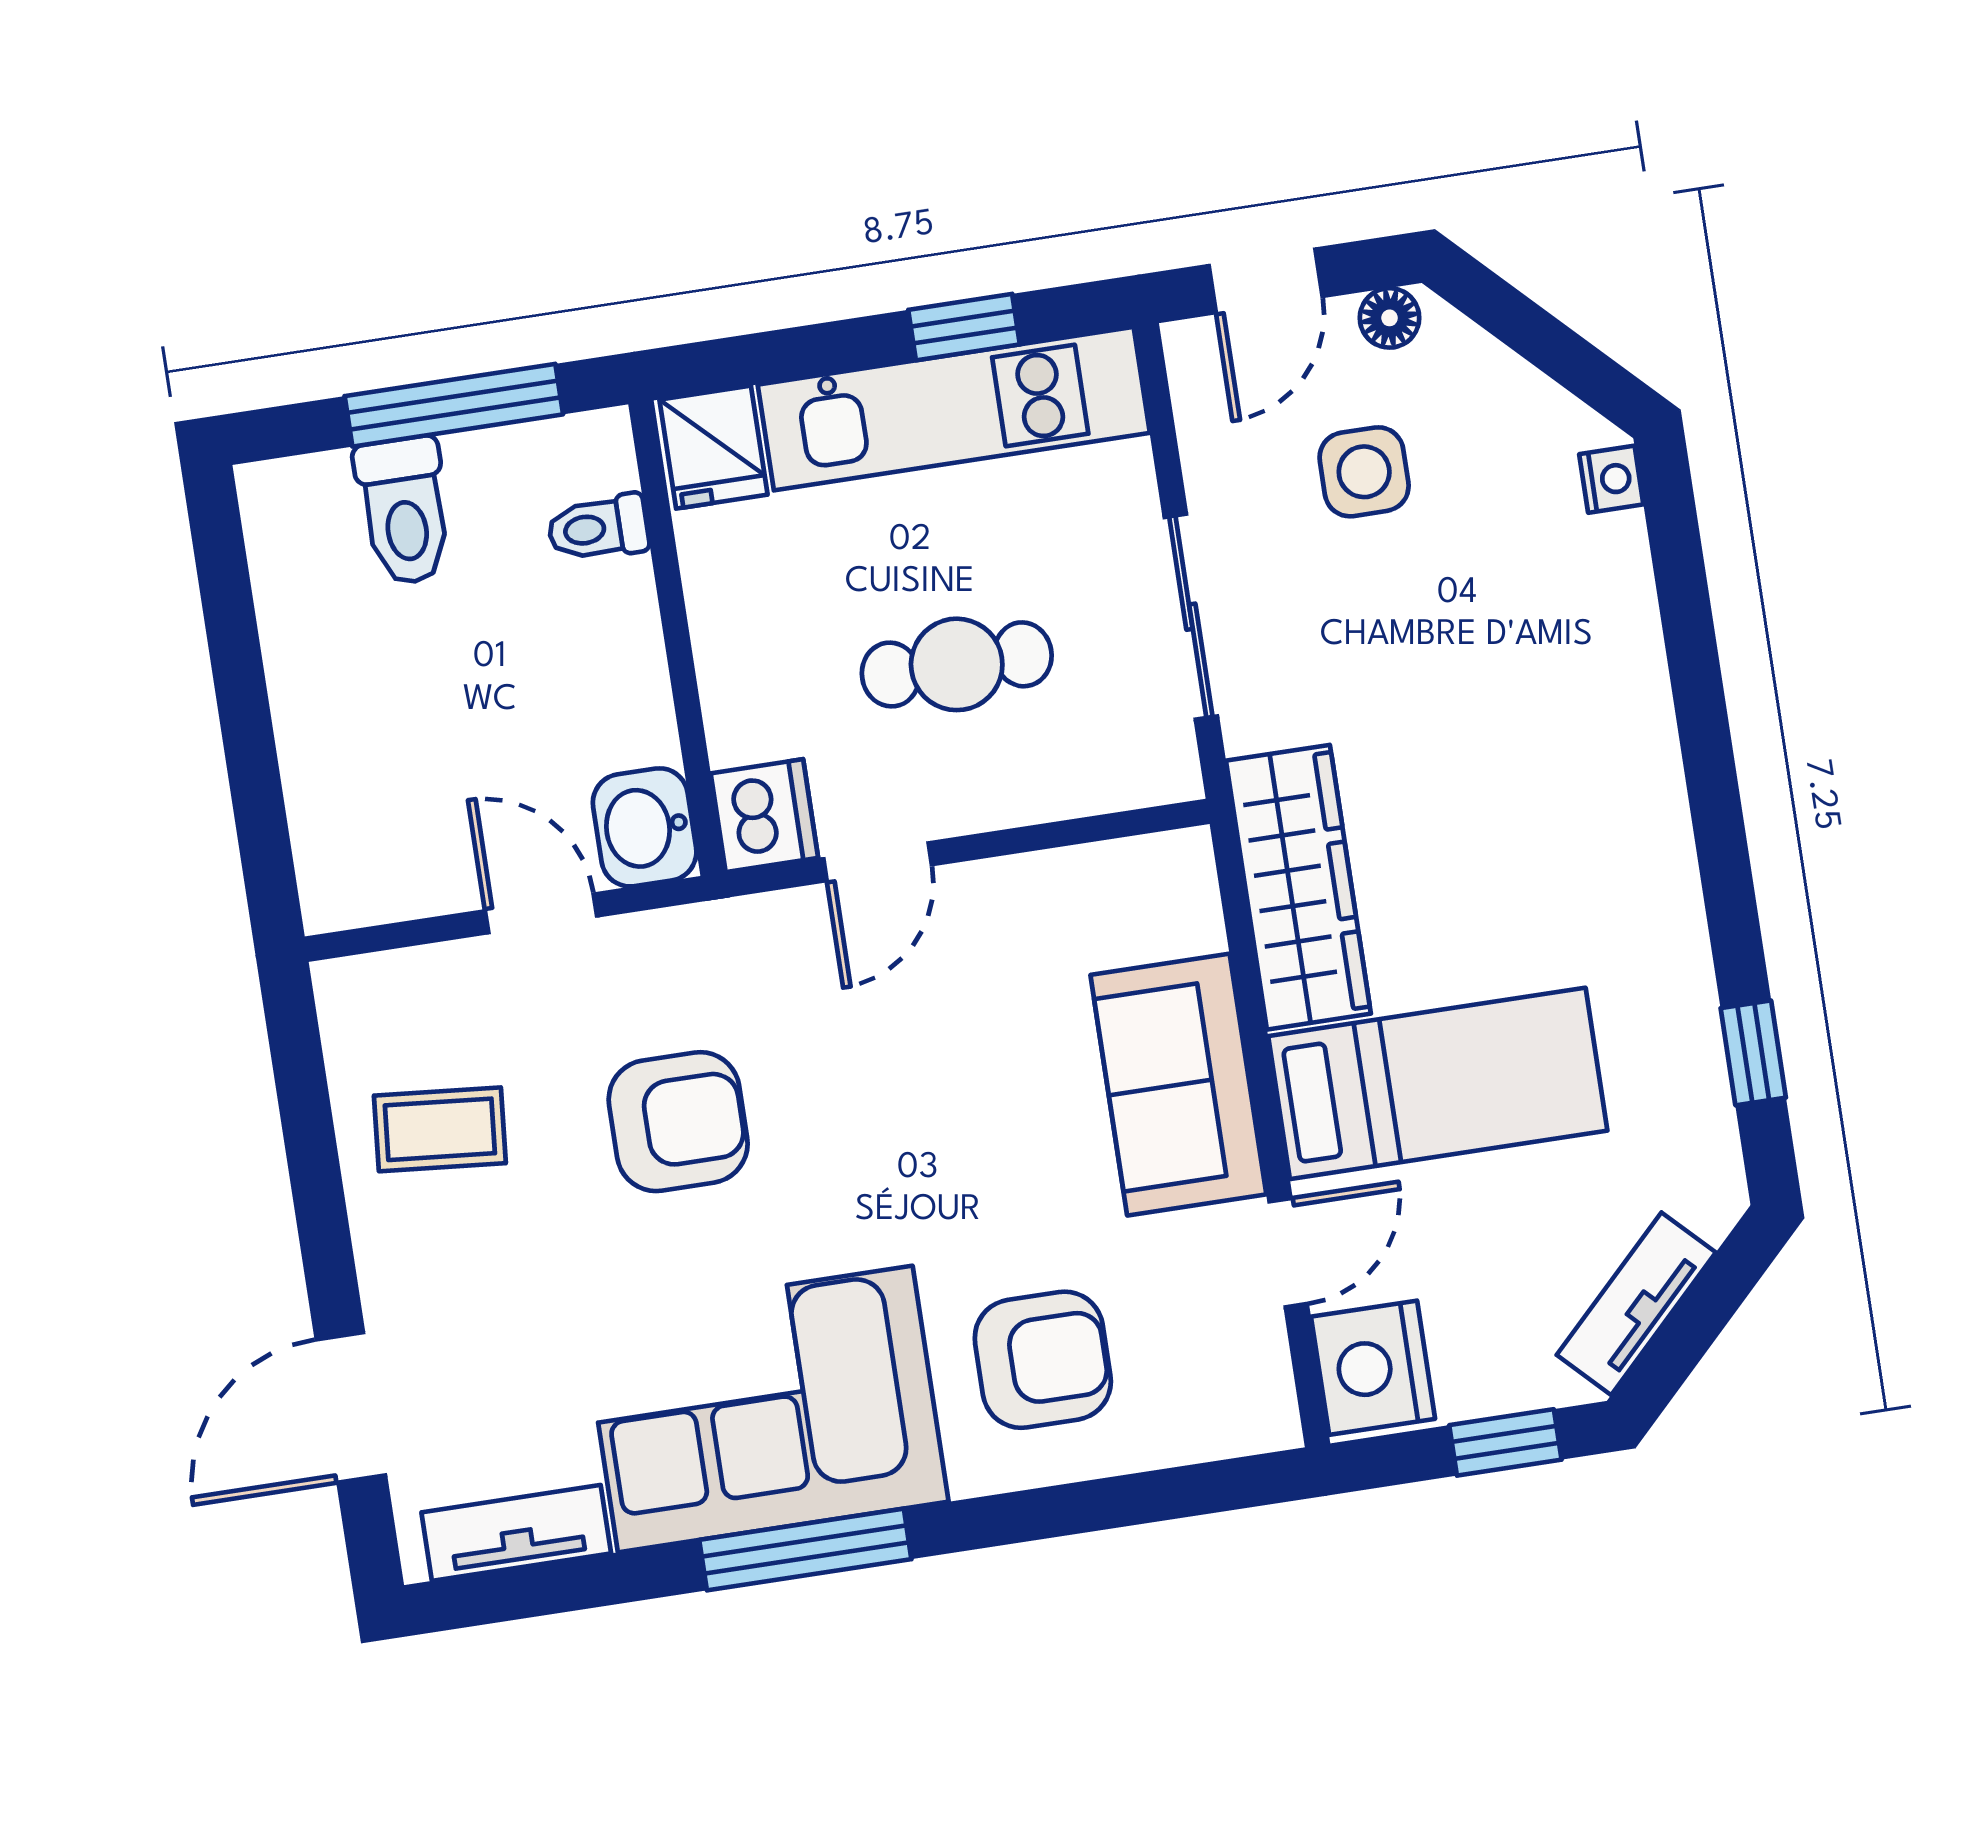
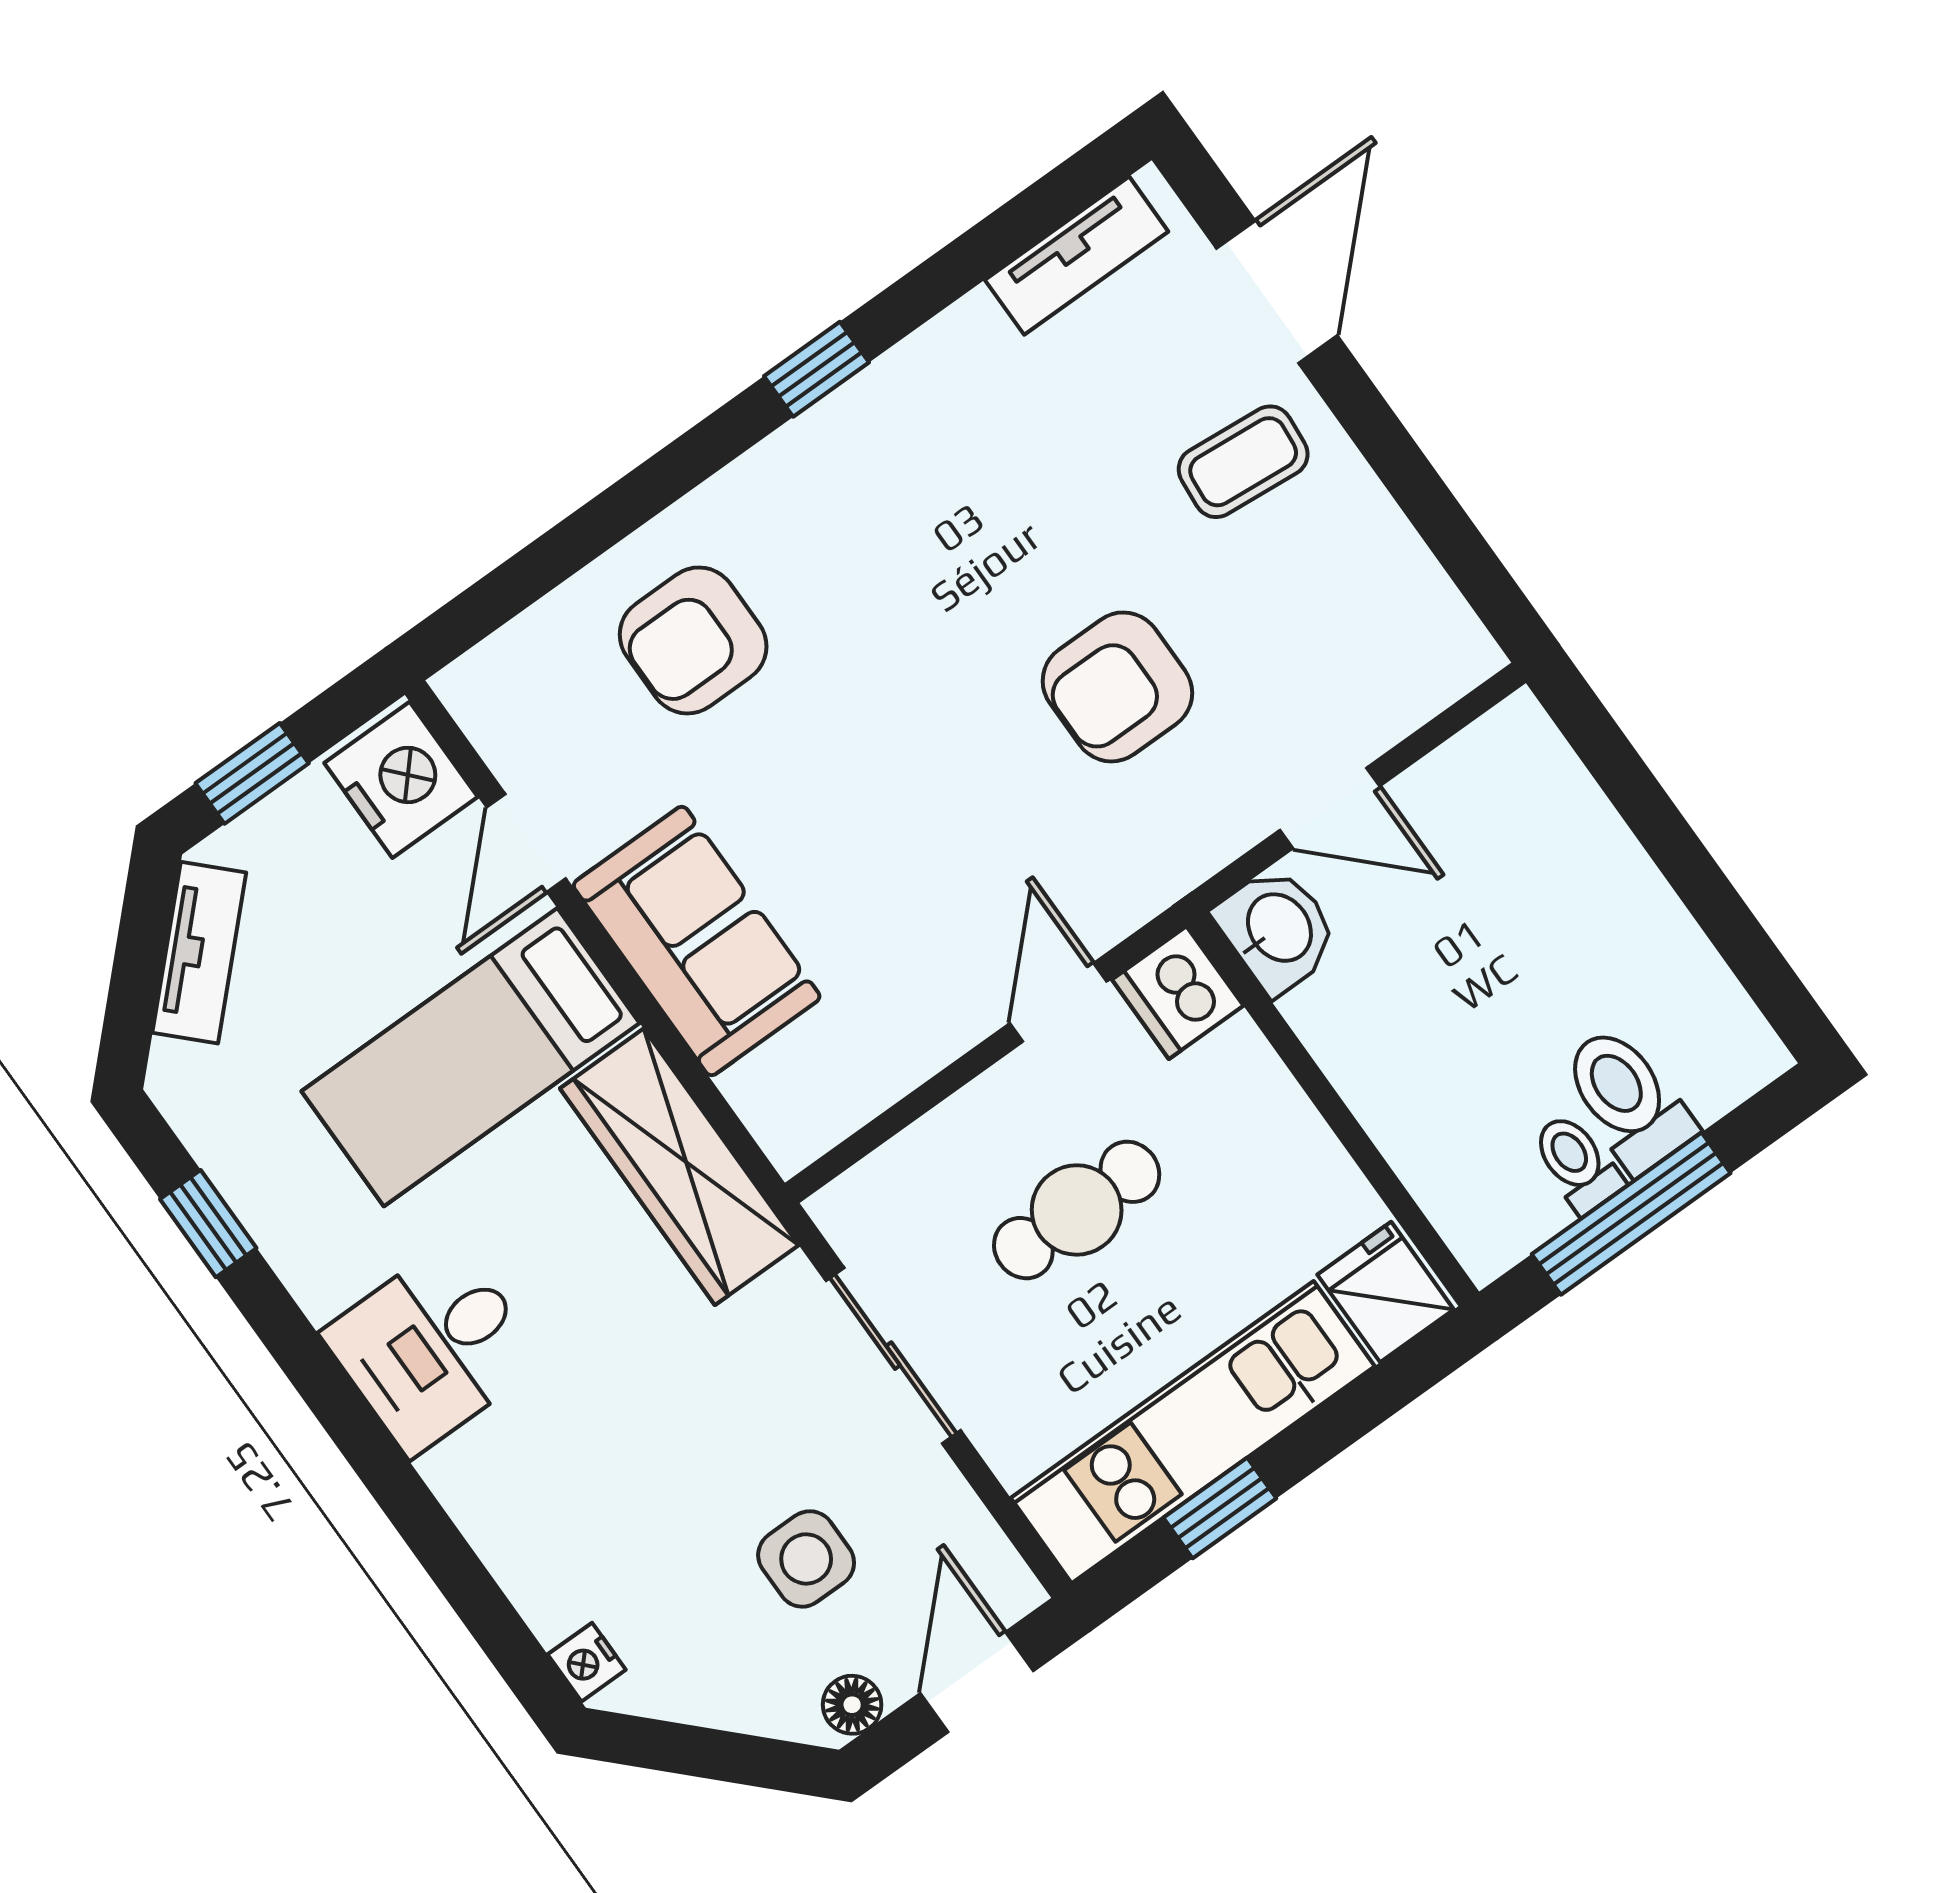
toilet: (598, 528) -> (1577, 1163), moved, turned -90
desk: (1606, 837) -> (433, 1347), added
coffee table: (440, 1129) -> (1243, 462), moved
corner sofa: (765, 1409) -> (914, 474), removed
window: (805, 1550) -> (817, 369), width x0.46

